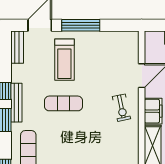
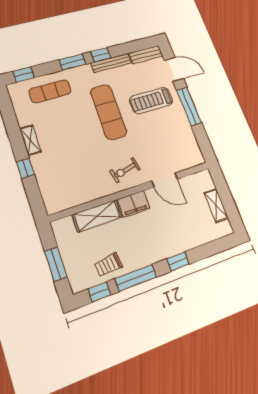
bench: (16, 103) -> (111, 63), moved
exercise mat: (64, 103) -> (108, 112), width x1.36, depth x1.45

